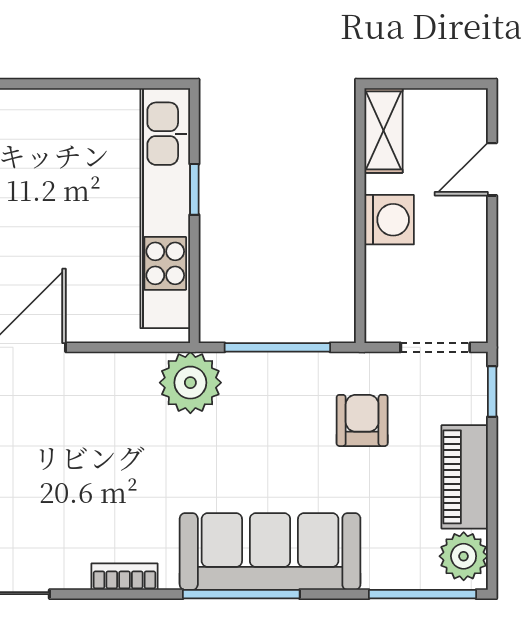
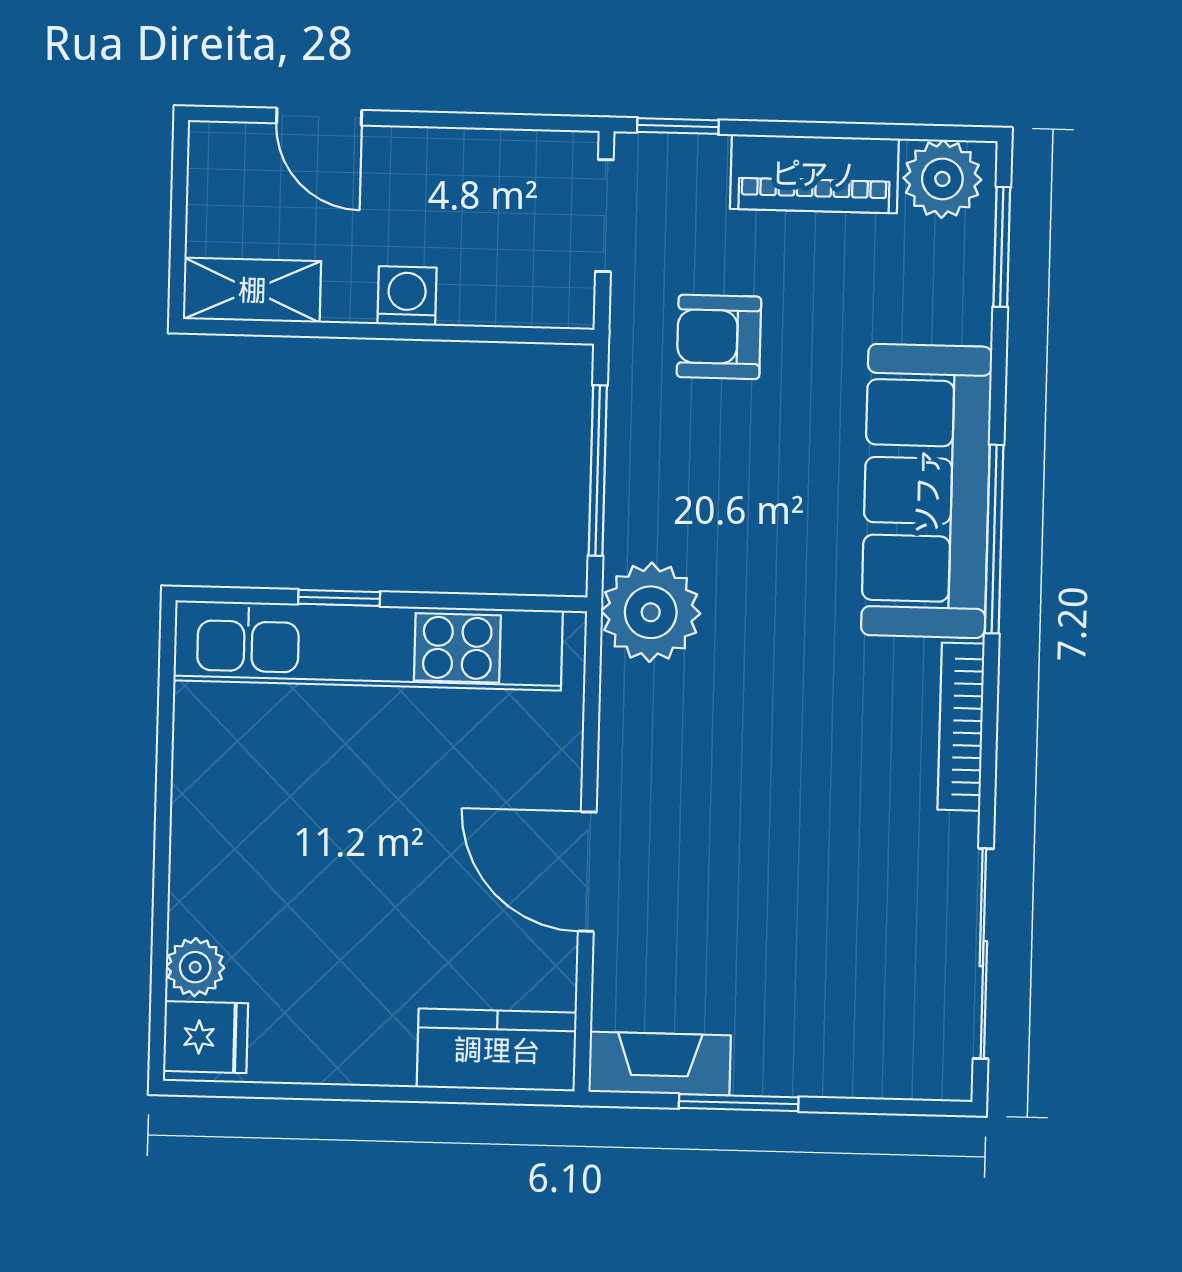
washing machine: (389, 220) -> (407, 296), width x0.73, depth x0.73
bookcase: (125, 577) -> (961, 727), width x1.56
window: (422, 594) -> (1002, 247), width x0.69

